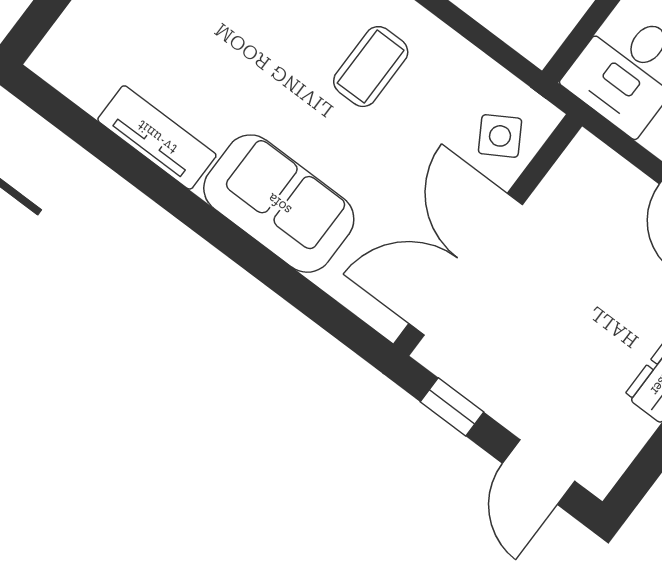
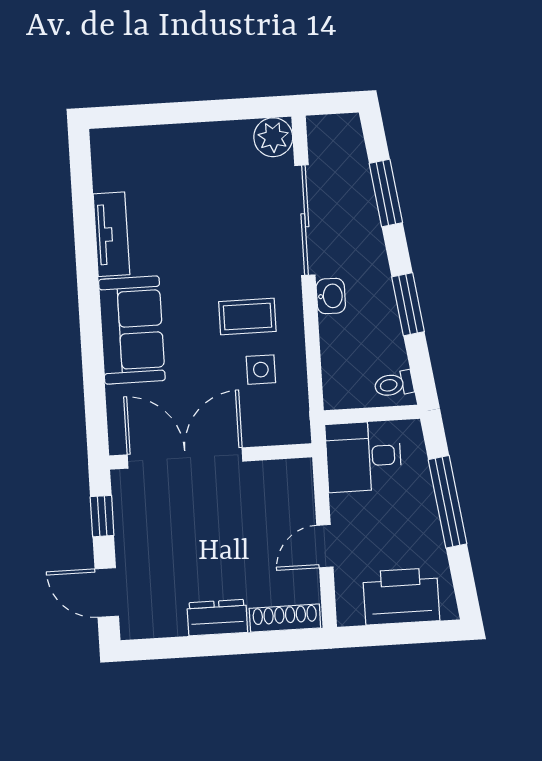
side table: (500, 136) -> (261, 370), moved, turned 31
door: (539, 472) -> (107, 593), hinge flipped

